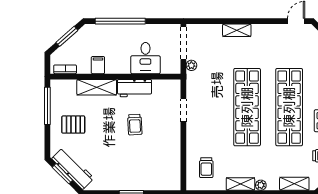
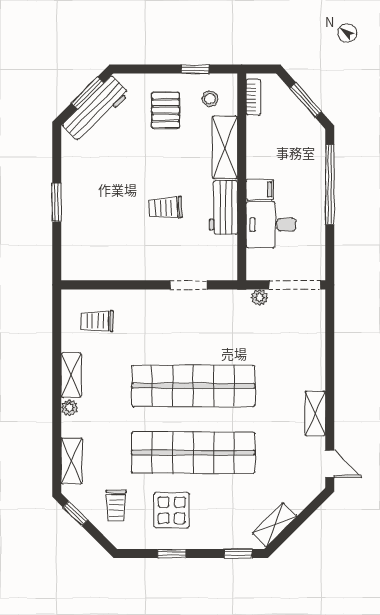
shelving: (237, 30) -> (315, 414), moved
filing cabinet: (98, 65) -> (260, 189), moved
stool: (66, 97) -> (210, 99), added
window: (47, 106) -> (195, 69), width x0.46

